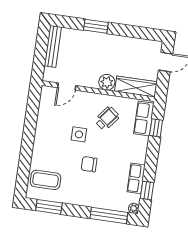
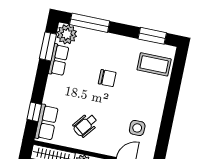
side table: (79, 134) -> (137, 128), moved
window: (147, 191) -> (48, 46), width x1.50
plant: (134, 208) -> (67, 34), width x1.88, depth x1.88

